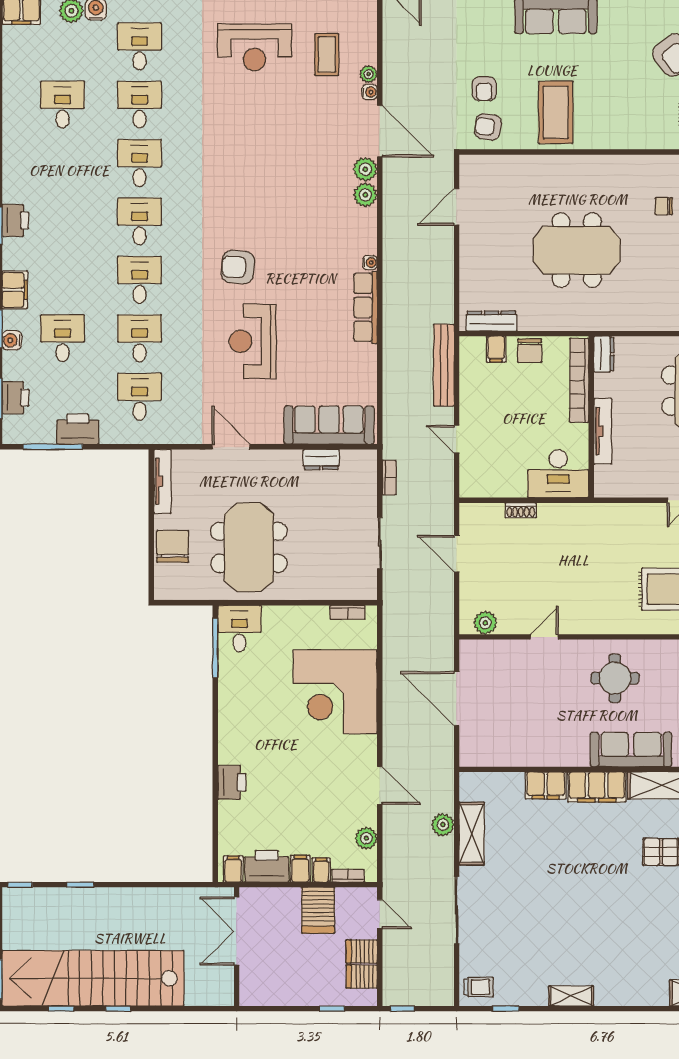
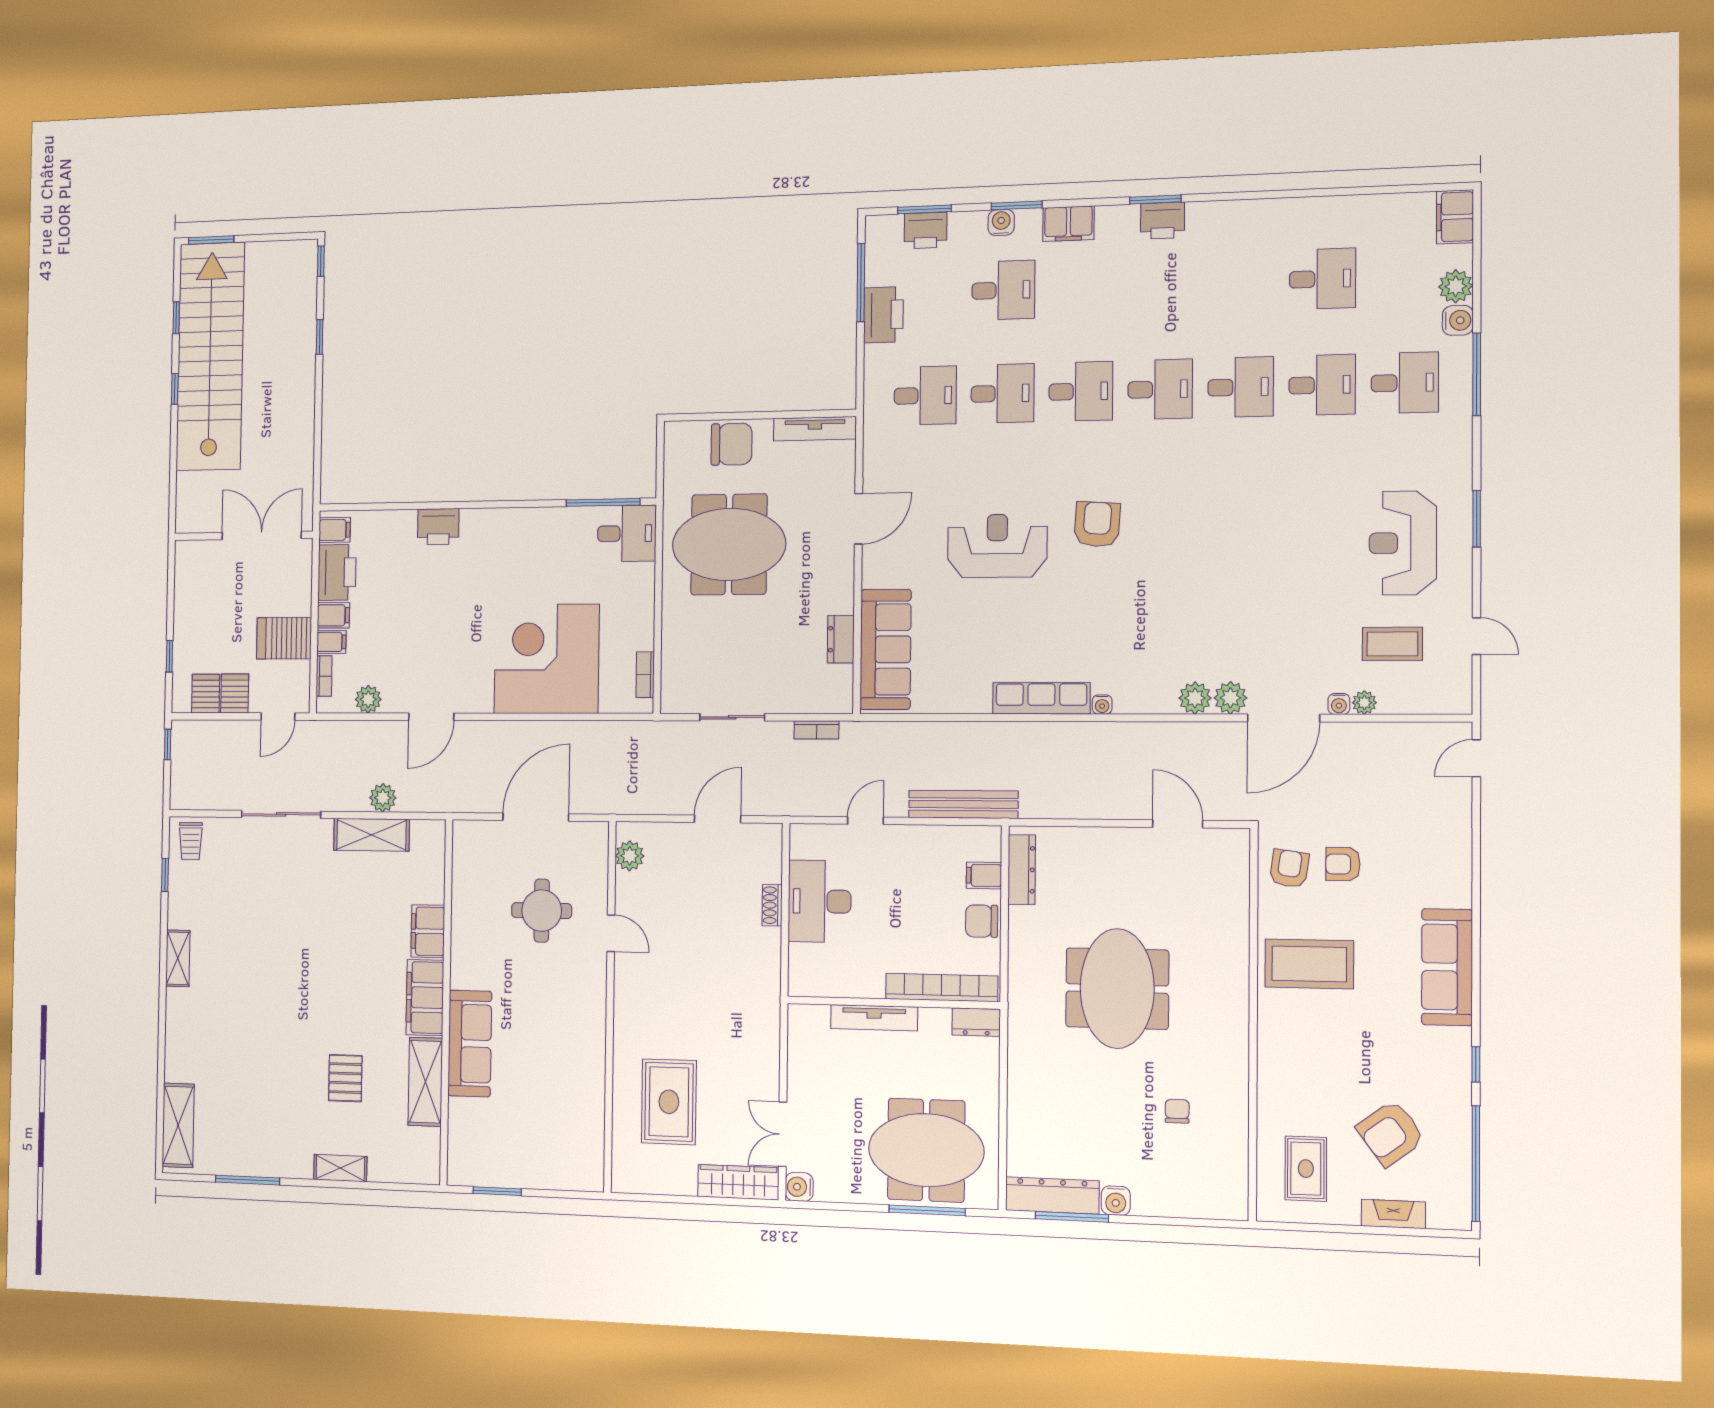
desk: (558, 474) -> (820, 901), moved
round table: (615, 678) -> (542, 911), moved

